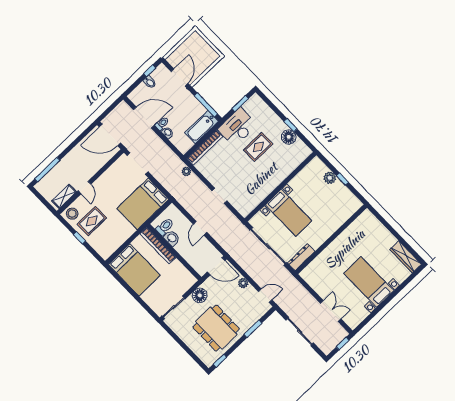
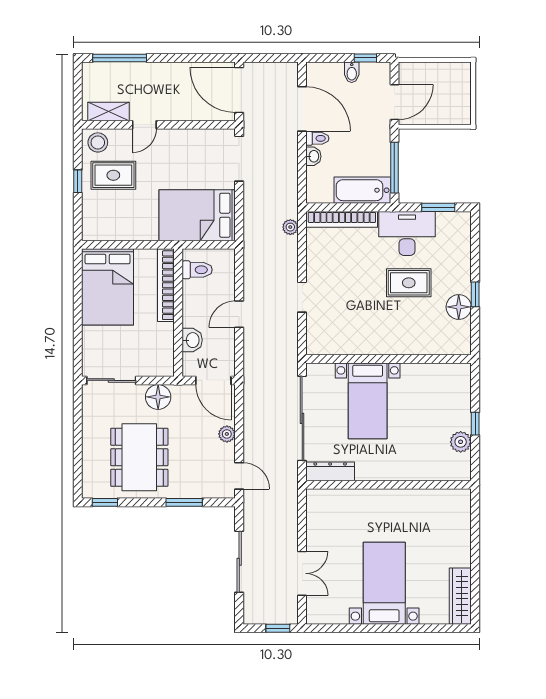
plant: (330, 178) -> (461, 442), moved
washbasin: (172, 238) -> (192, 340), moved

